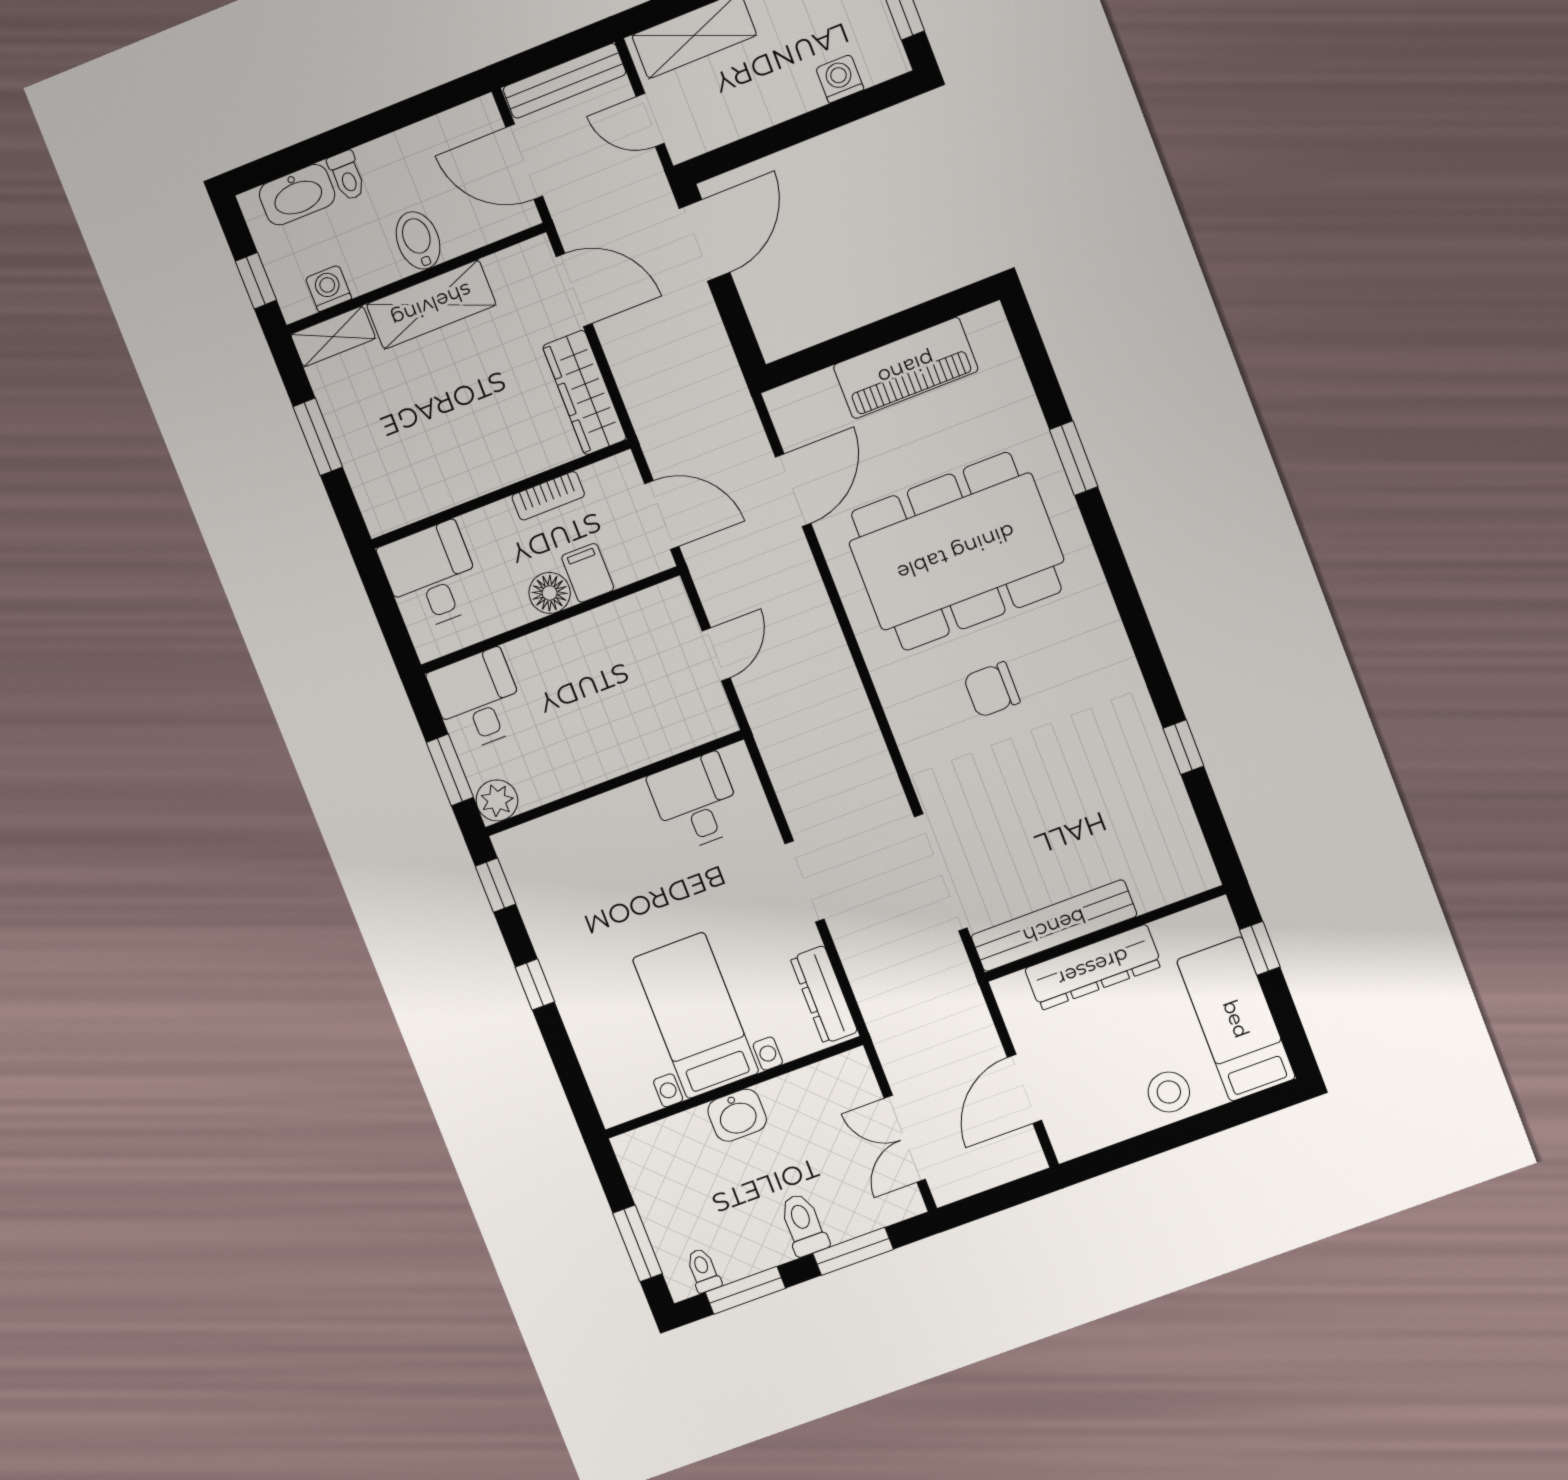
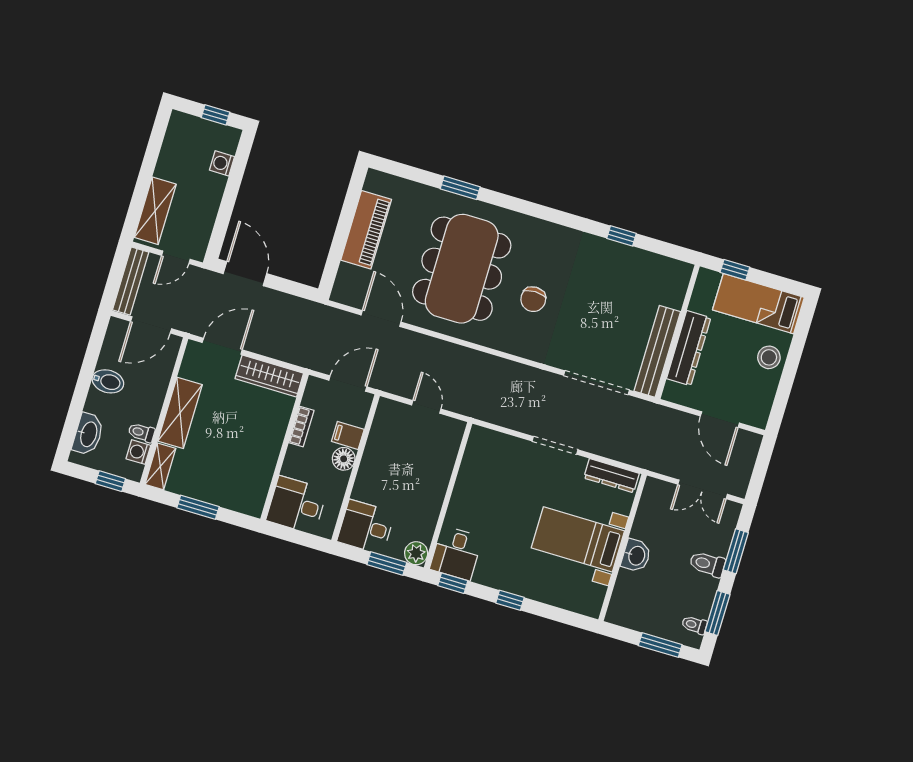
toilet: (347, 176) -> (141, 433), moved, turned 180
bidet: (418, 240) -> (108, 381), moved, turned 180
desk: (696, 802) -> (456, 553), moved, turned -90

